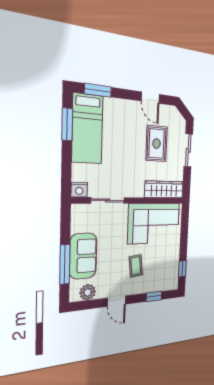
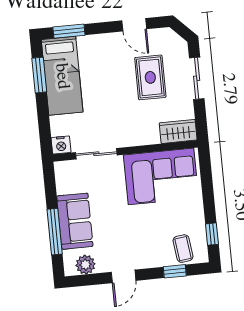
wardrobe: (164, 189) -> (178, 131), width x0.67
coffee table: (136, 266) -> (183, 249), moved
door: (116, 301) -> (124, 276), hinge flipped

